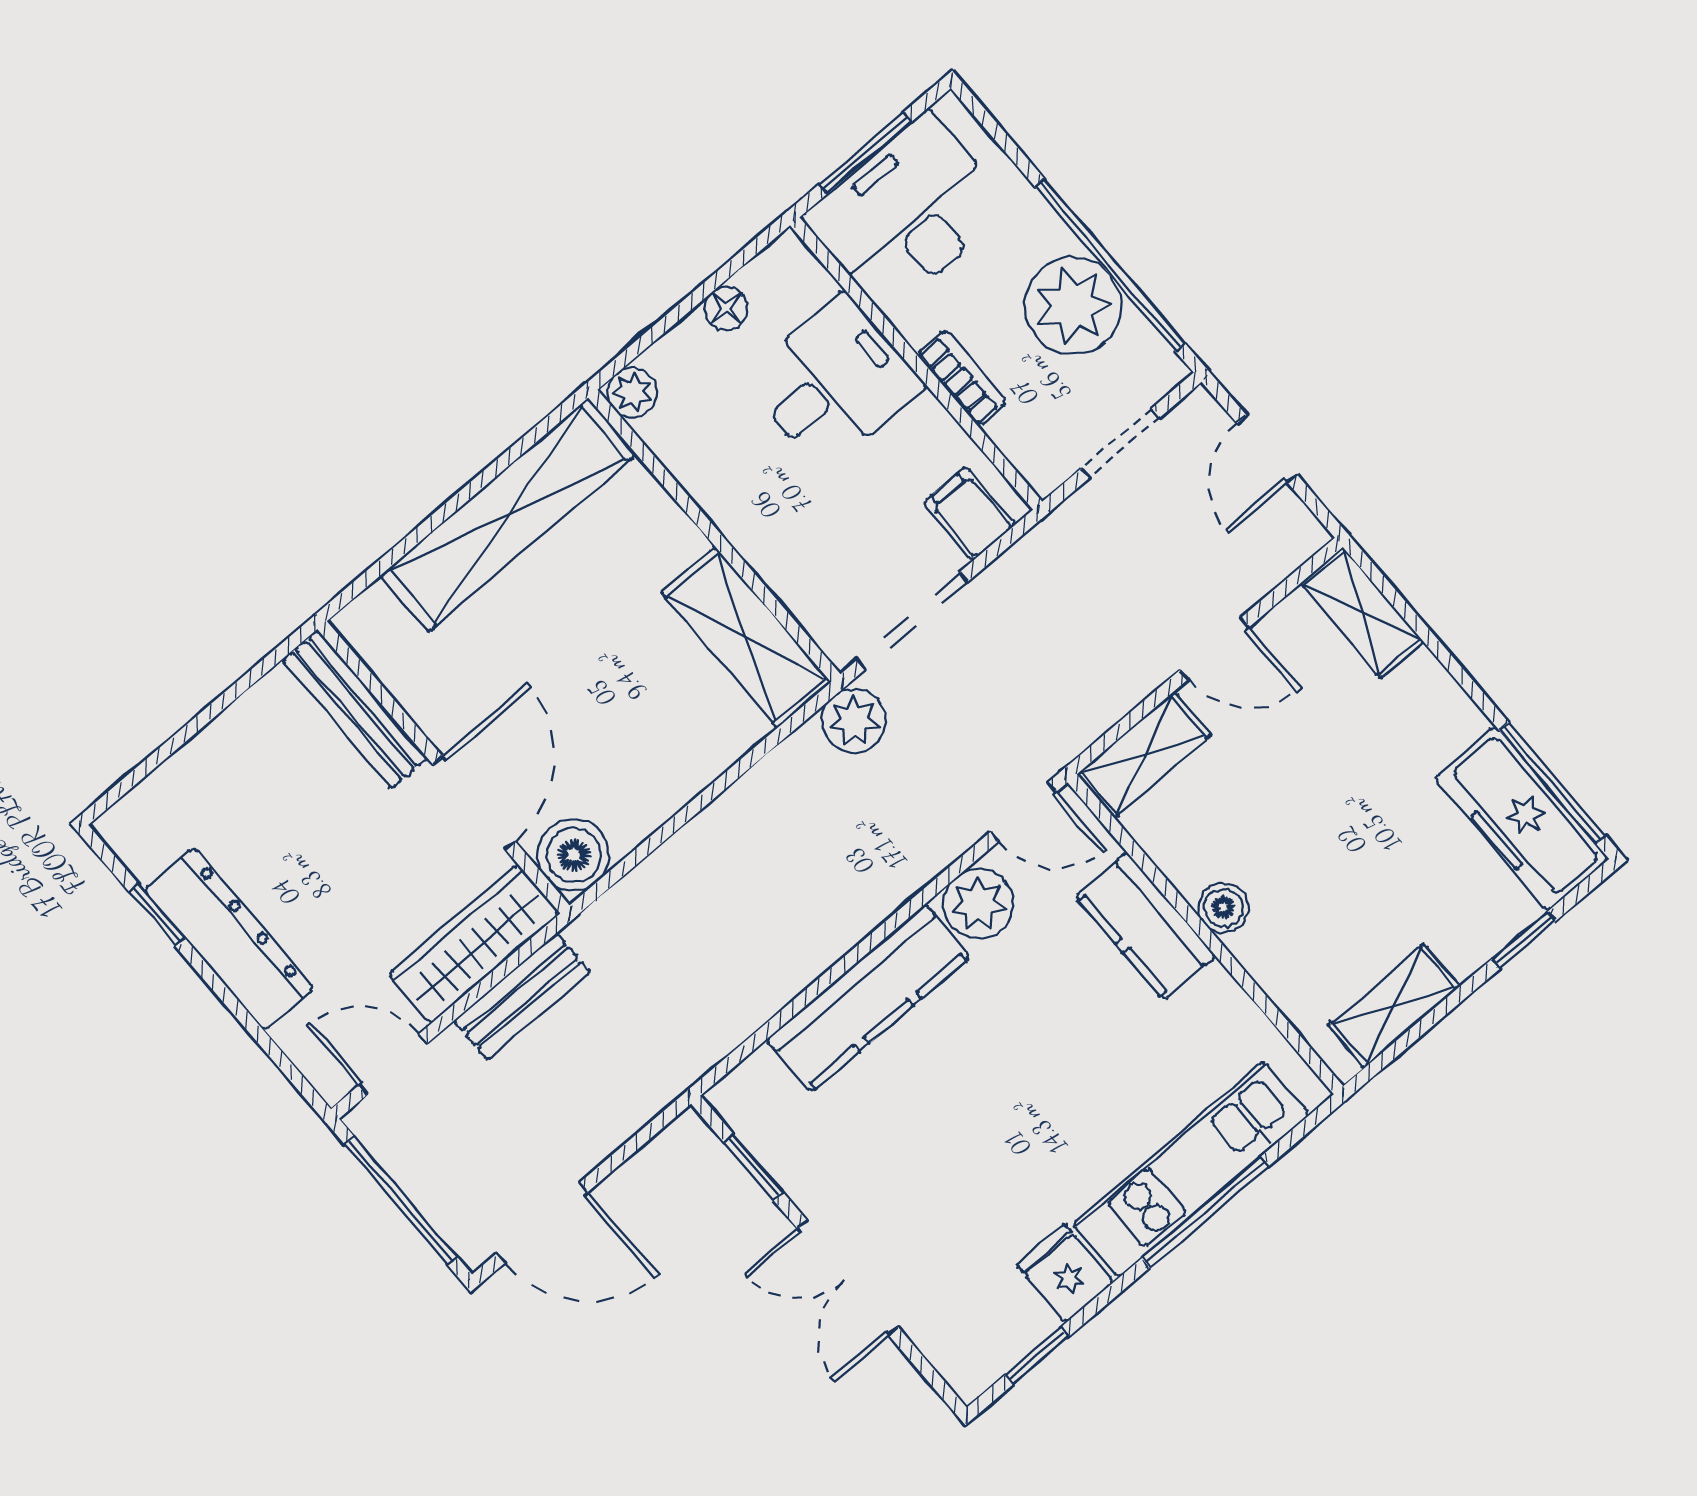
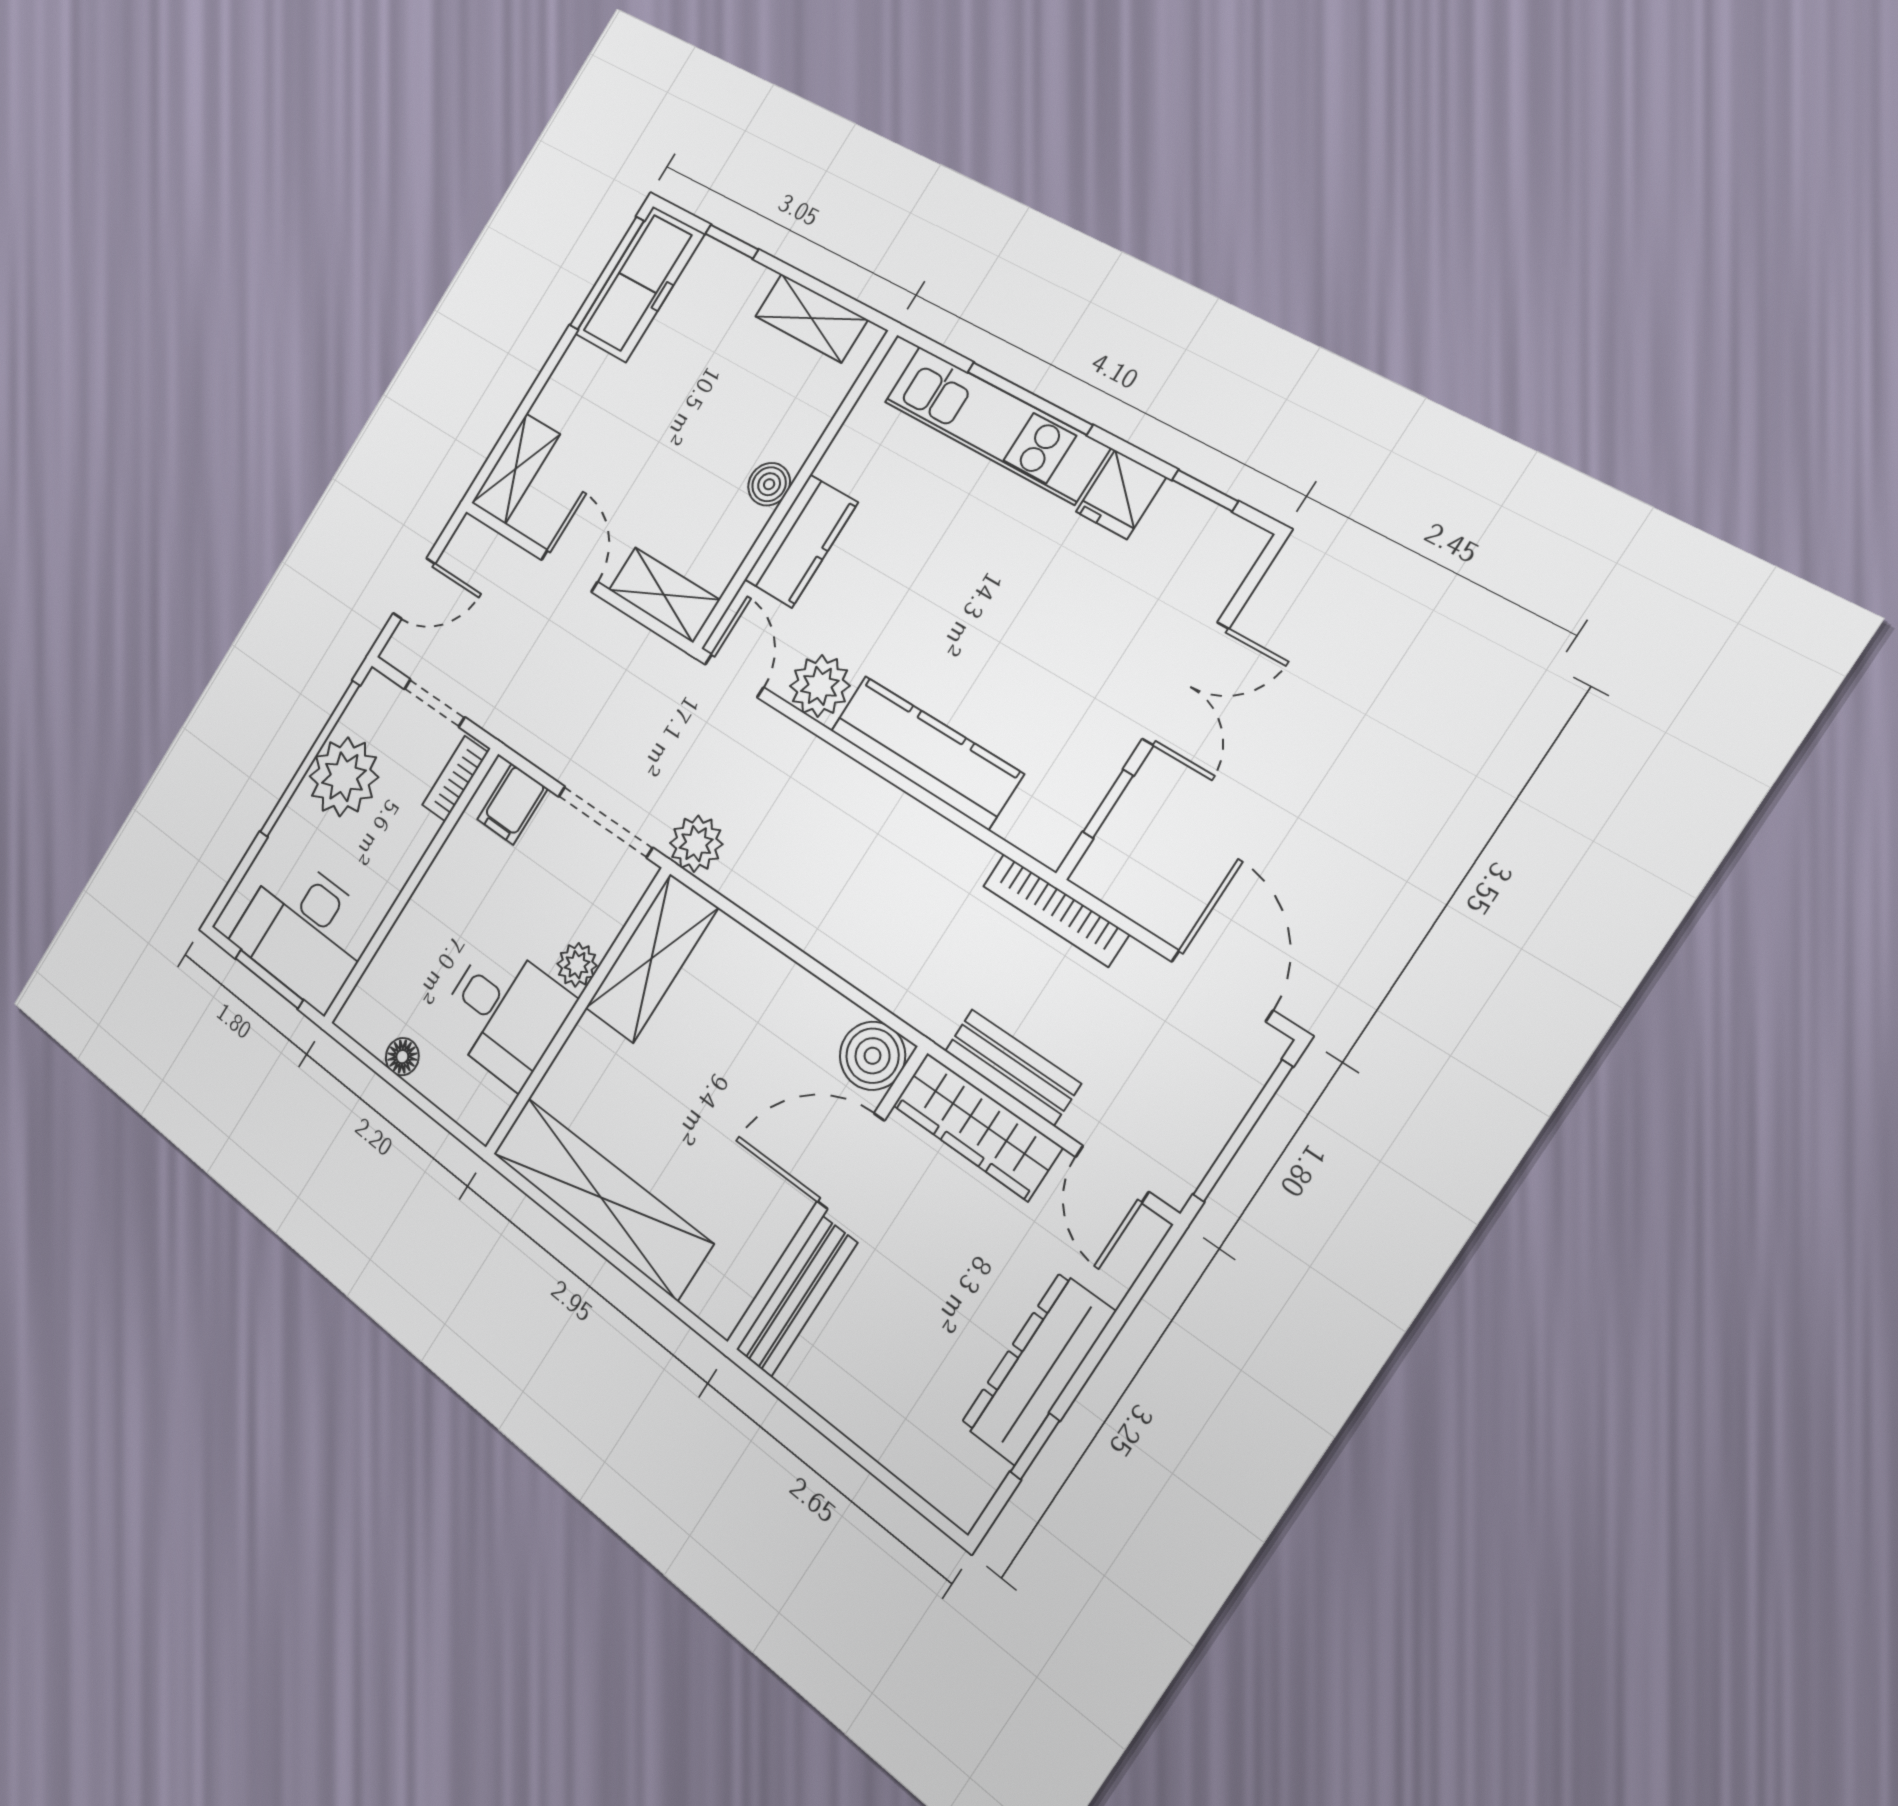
bookcase: (962, 378) -> (455, 779), moved
desk: (833, 382) -> (505, 1013), moved, turned 180
plant: (632, 393) -> (577, 965), moved
bookcase: (664, 1084) -> (1055, 910), added

